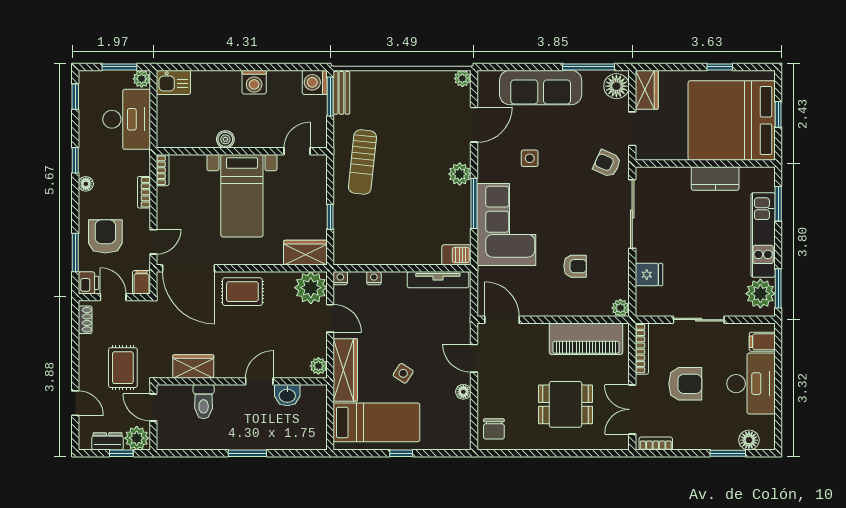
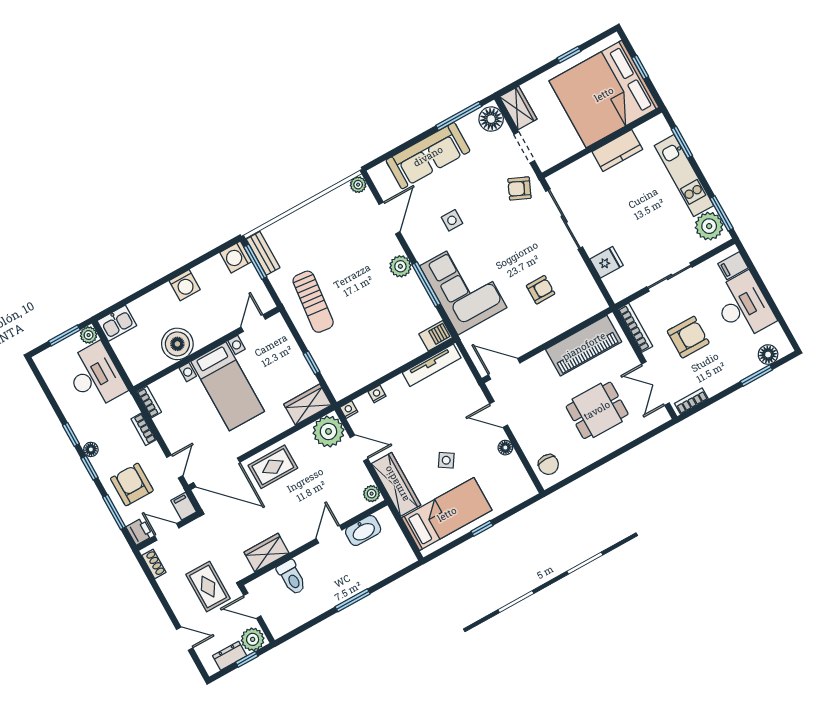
window: (75, 97) -> (90, 468), moved
boiler: (225, 139) -> (177, 344), width x1.86, depth x1.86
plant: (620, 308) -> (598, 304), removed
washbasin: (287, 395) -> (363, 531), width x1.38

